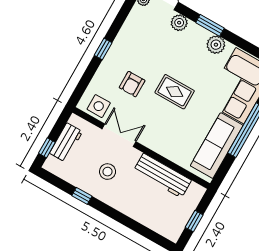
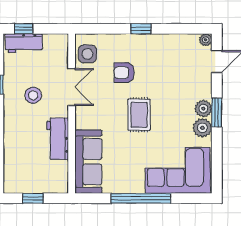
plant: (179, 23) -> (203, 109), moved
workbench: (66, 142) -> (24, 43), moved
sofa: (217, 146) -> (88, 162), moved, turned 90
workbench: (162, 176) -> (58, 139), width x0.73

